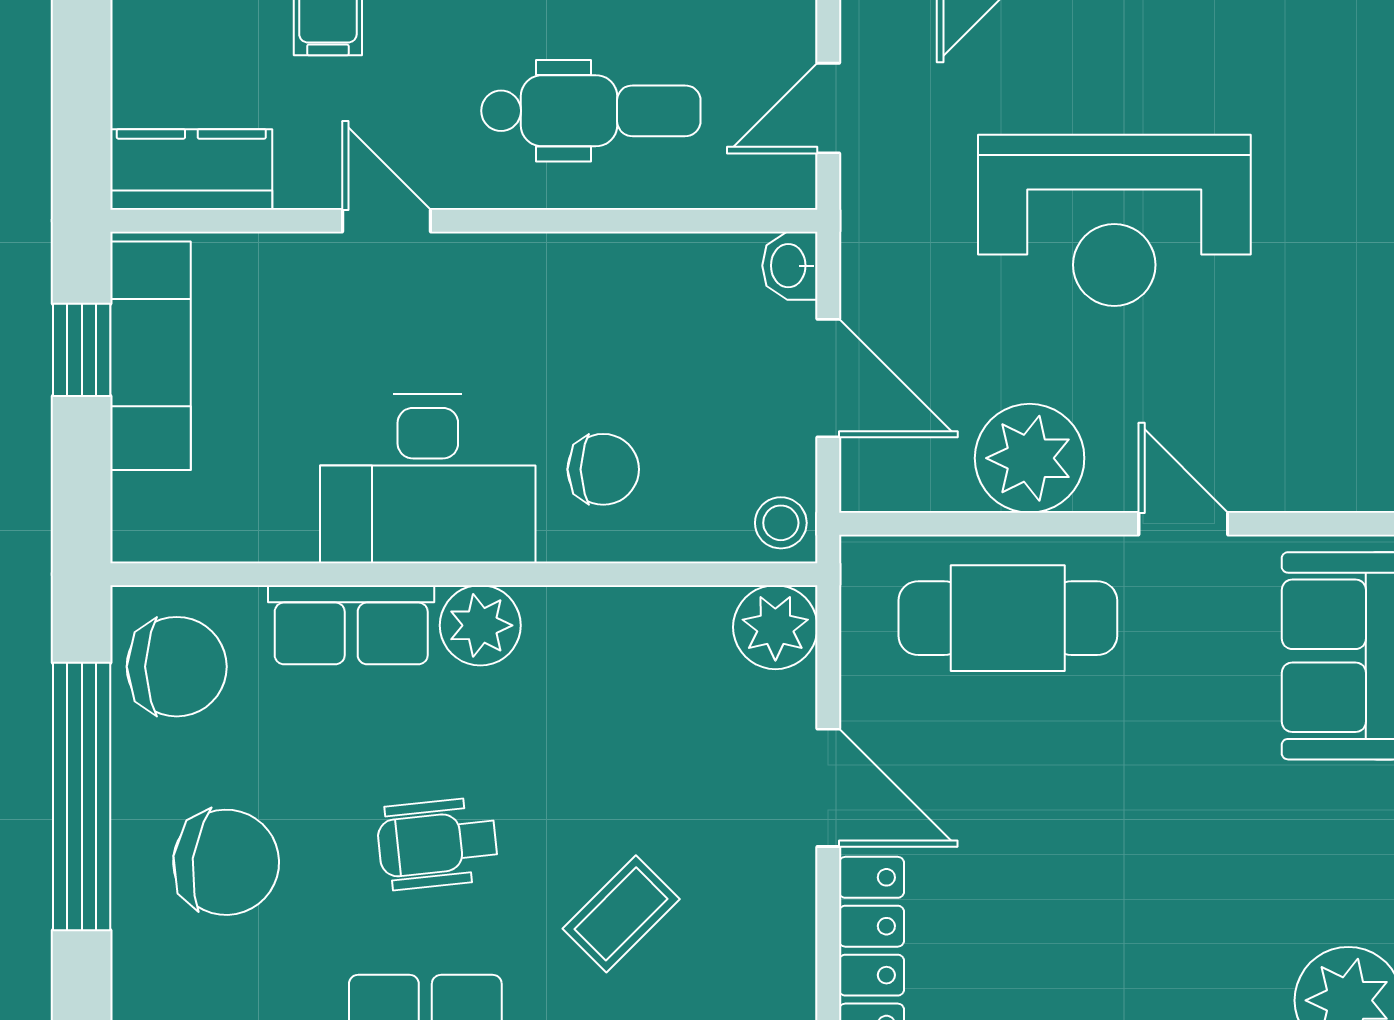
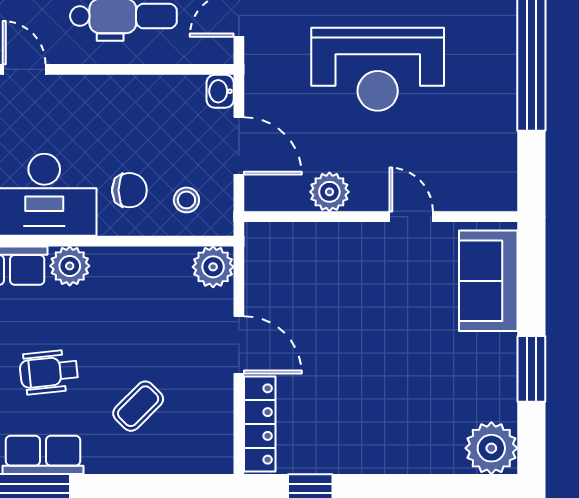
plant: (1030, 458) -> (329, 192), width x0.73, depth x0.73
stool: (781, 523) -> (186, 200), moved
cafe table: (1008, 618) -> (326, 262), removed

